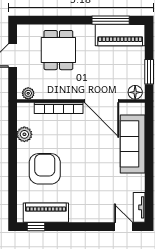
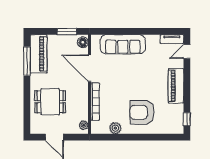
door: (102, 101) -> (90, 68), swing flipped
piano: (46, 213) -> (176, 86), moved

